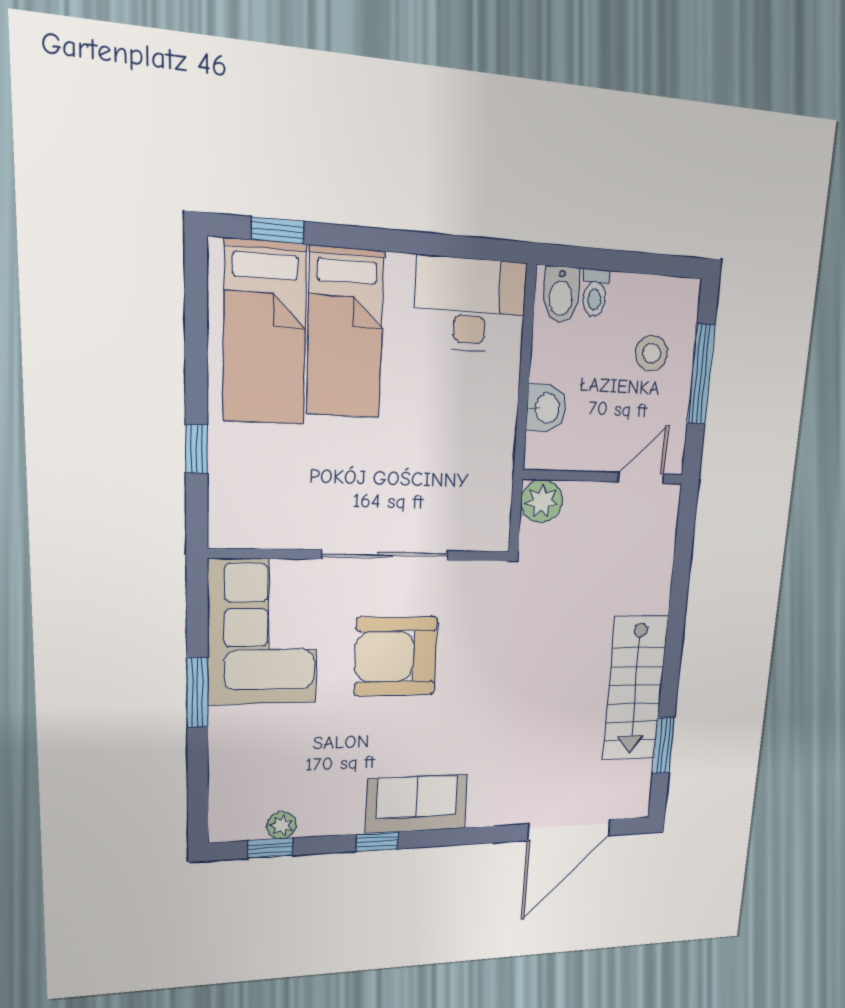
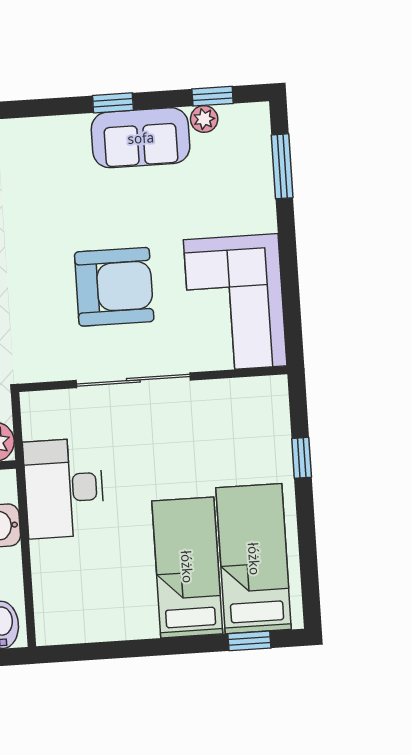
desk: (470, 305) -> (64, 488), moved, turned 90
window: (197, 693) -> (282, 166), moved
sofa: (417, 804) -> (141, 138), moved

